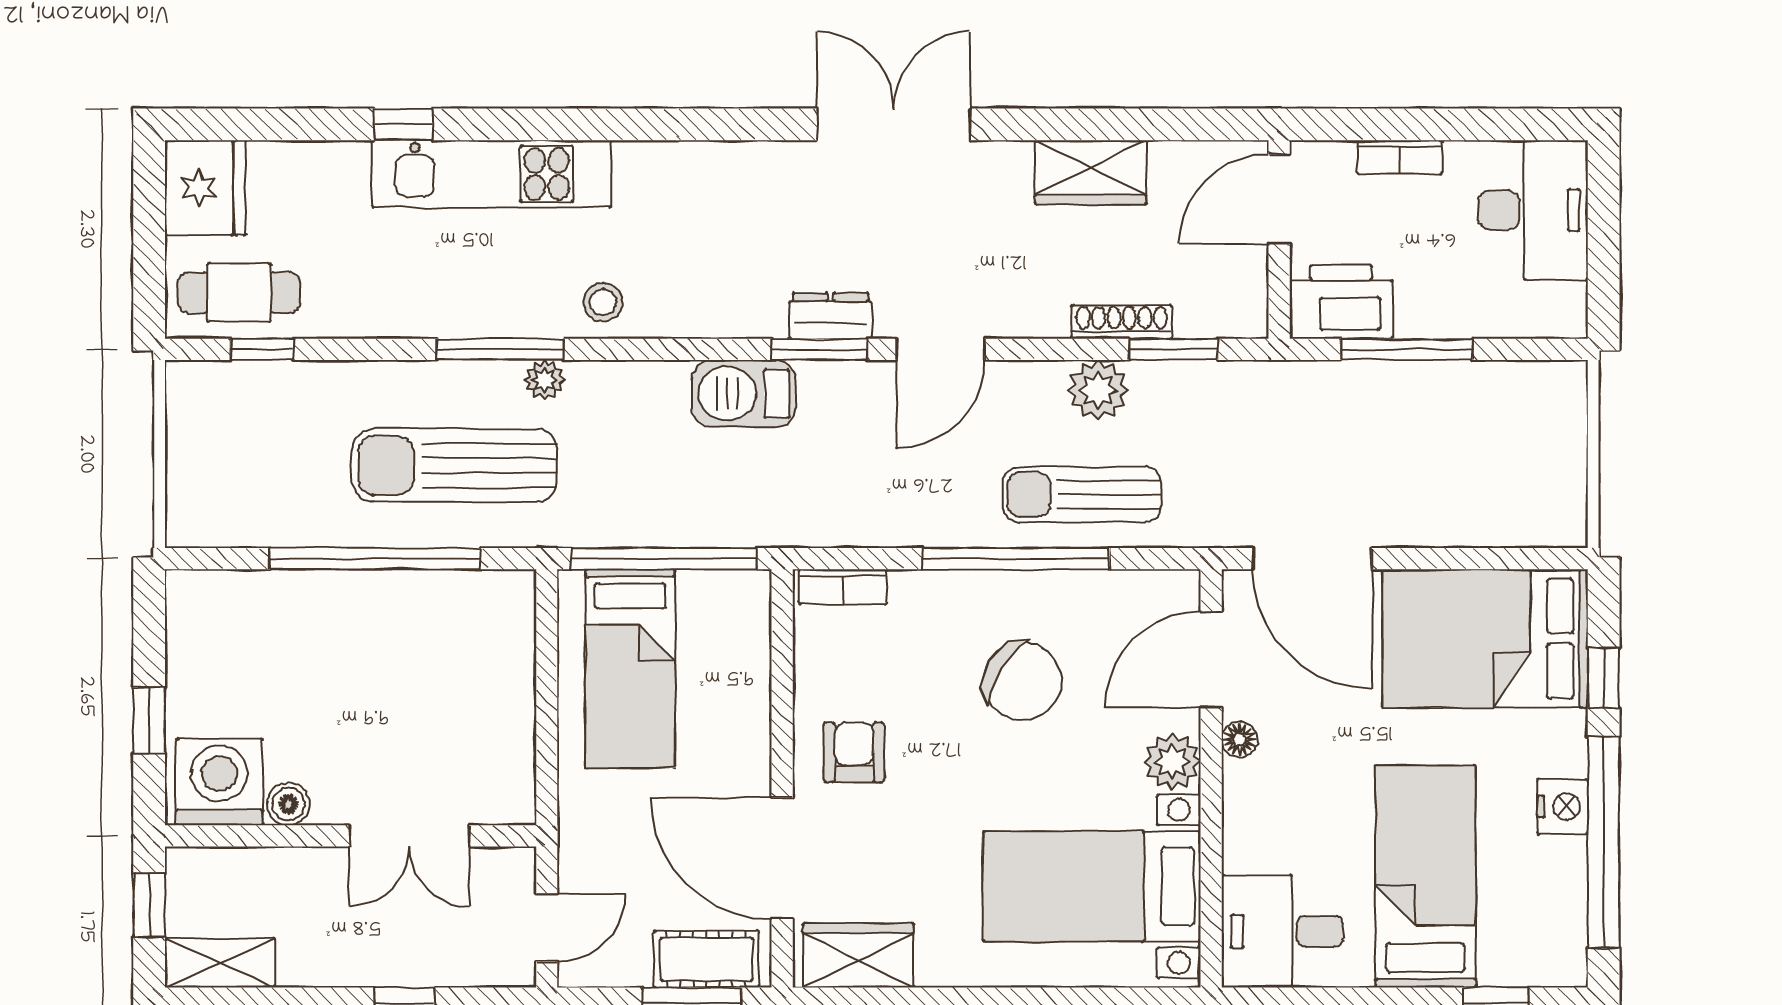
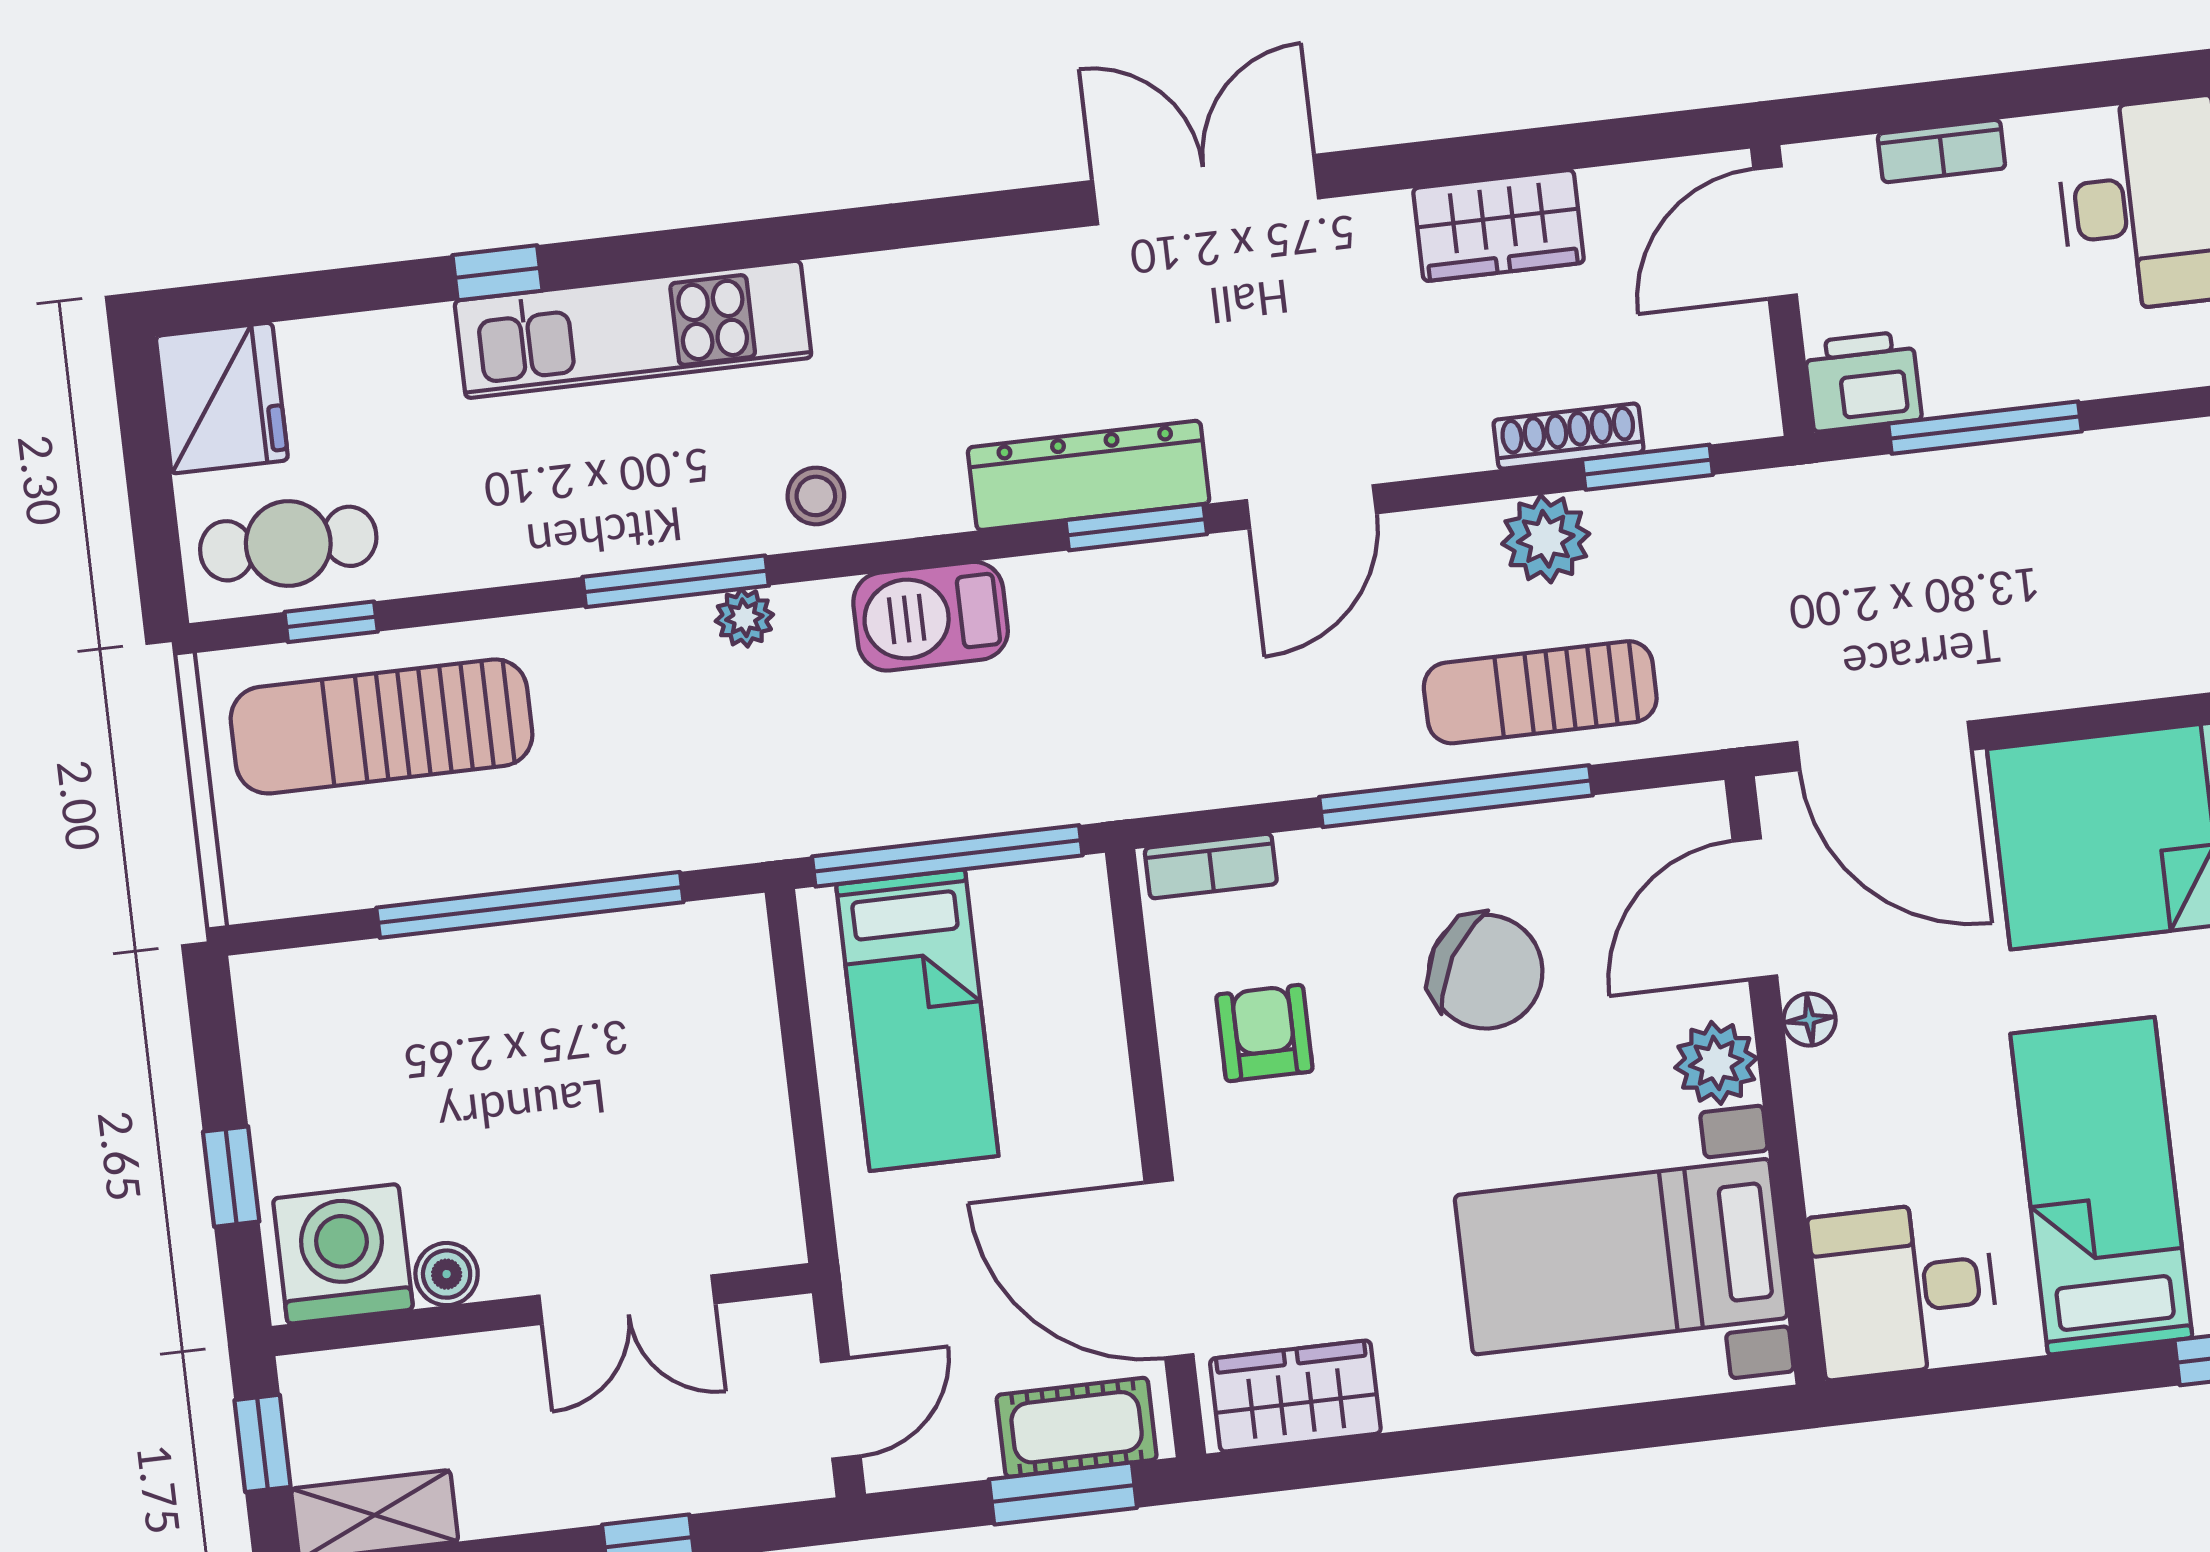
printer: (1341, 302) -> (1863, 381), width x0.73, depth x0.84
dresser: (830, 316) -> (1089, 475), width x1.96, depth x1.24
barbecue: (744, 394) -> (931, 616), moved
sun lounger: (455, 465) -> (382, 726), moved
armchair: (854, 752) -> (1264, 1033), moved

